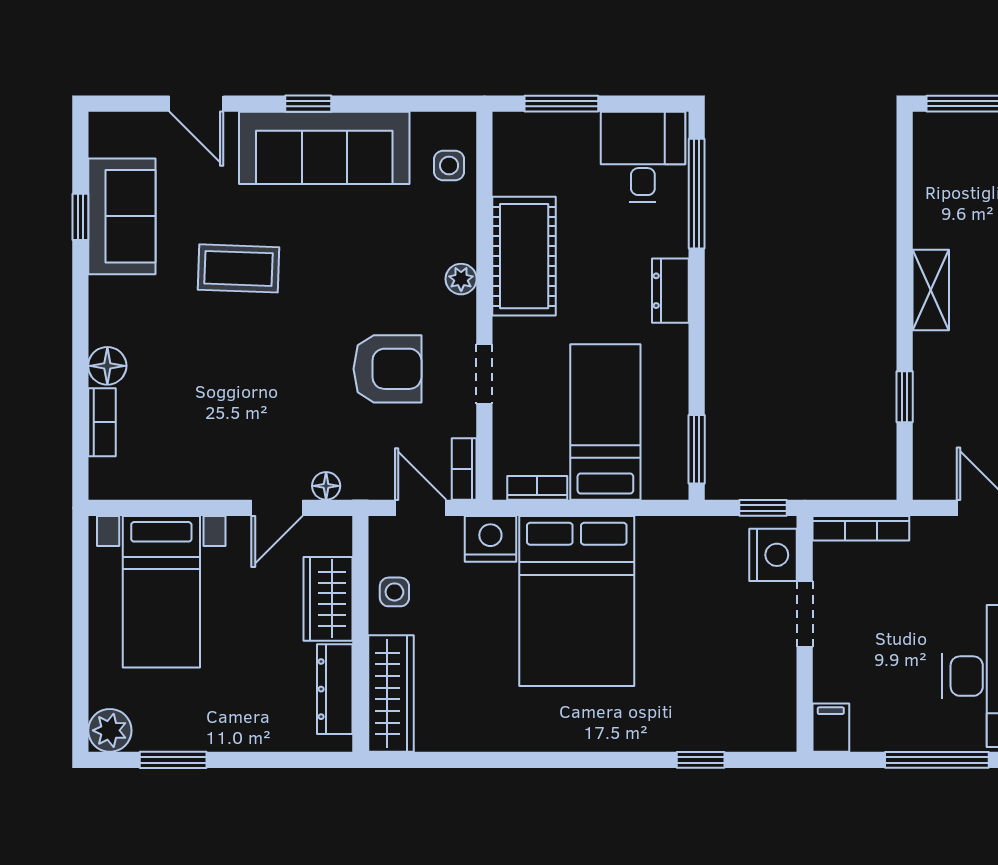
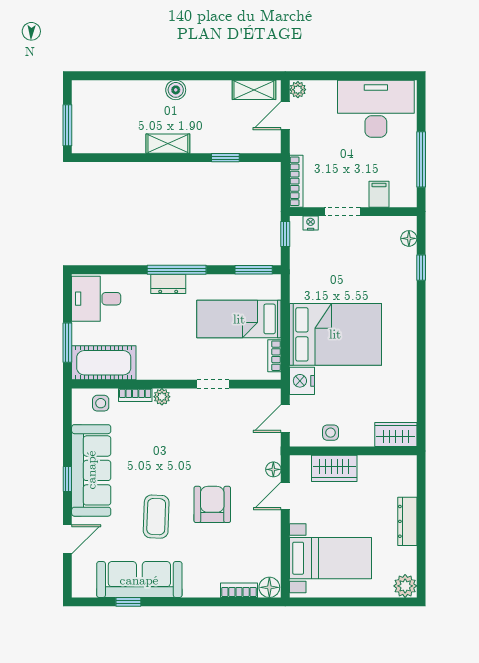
window: (697, 194) -> (177, 270), moved
sofa: (122, 216) -> (139, 580), width x1.36
cot: (524, 256) -> (104, 363), moved
floor lamp: (107, 366) -> (269, 587), moved
armchair: (387, 369) -> (212, 504), moved
bookcase: (464, 469) -> (135, 395), moved
door: (277, 508) -> (285, 496), swing flipped
nightstand: (773, 555) -> (311, 223), width x0.53, depth x0.56
dresser: (335, 689) -> (407, 521), moved, turned 90
wardrobe: (391, 694) -> (396, 434), width x0.67
filing cabinet: (831, 728) -> (379, 194), moved, turned 90
floor lamp: (755, 737) -> (409, 238), added
window: (173, 760) -> (421, 552), removed
window: (937, 760) -> (421, 159), moved

